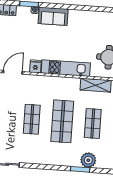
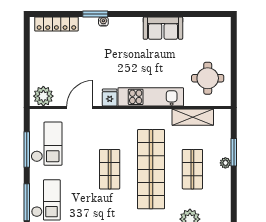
sofa: (53, 16) -> (163, 28), moved
shop shelf: (62, 121) -> (151, 169), width x1.40

